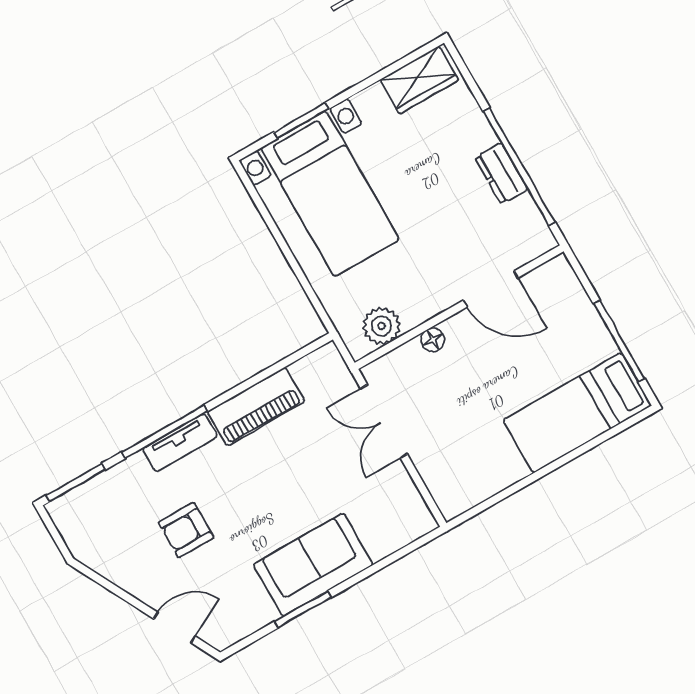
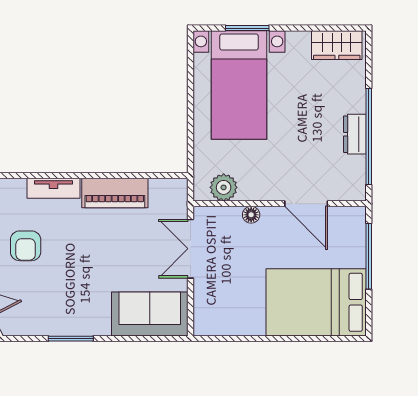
window: (619, 341) -> (369, 256), moved
bed: (577, 413) -> (316, 302), width x1.50
window: (165, 432) -> (48, 176), removed
armchair: (186, 530) -> (26, 246), turned -90
sofa: (313, 565) -> (150, 314), moved

